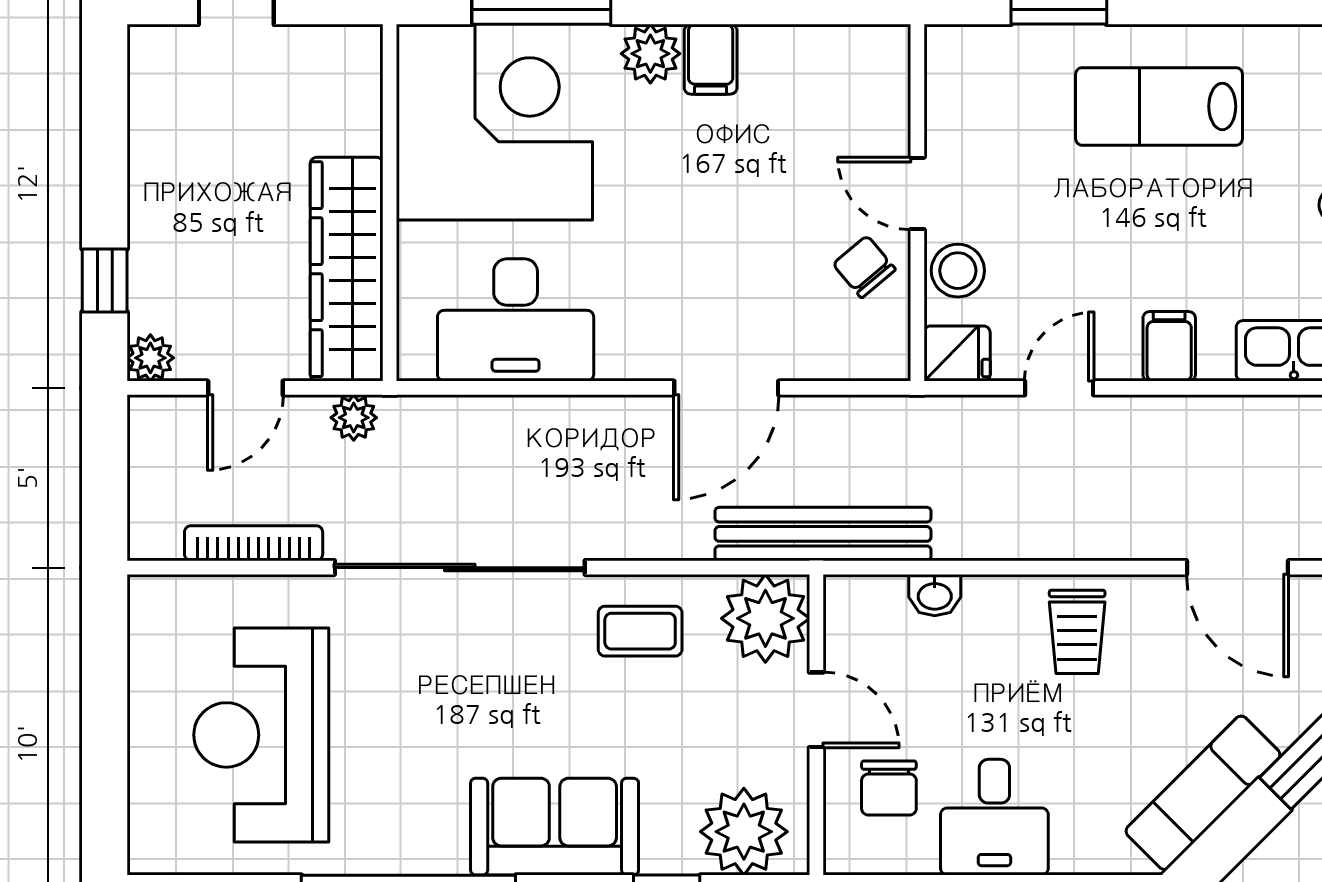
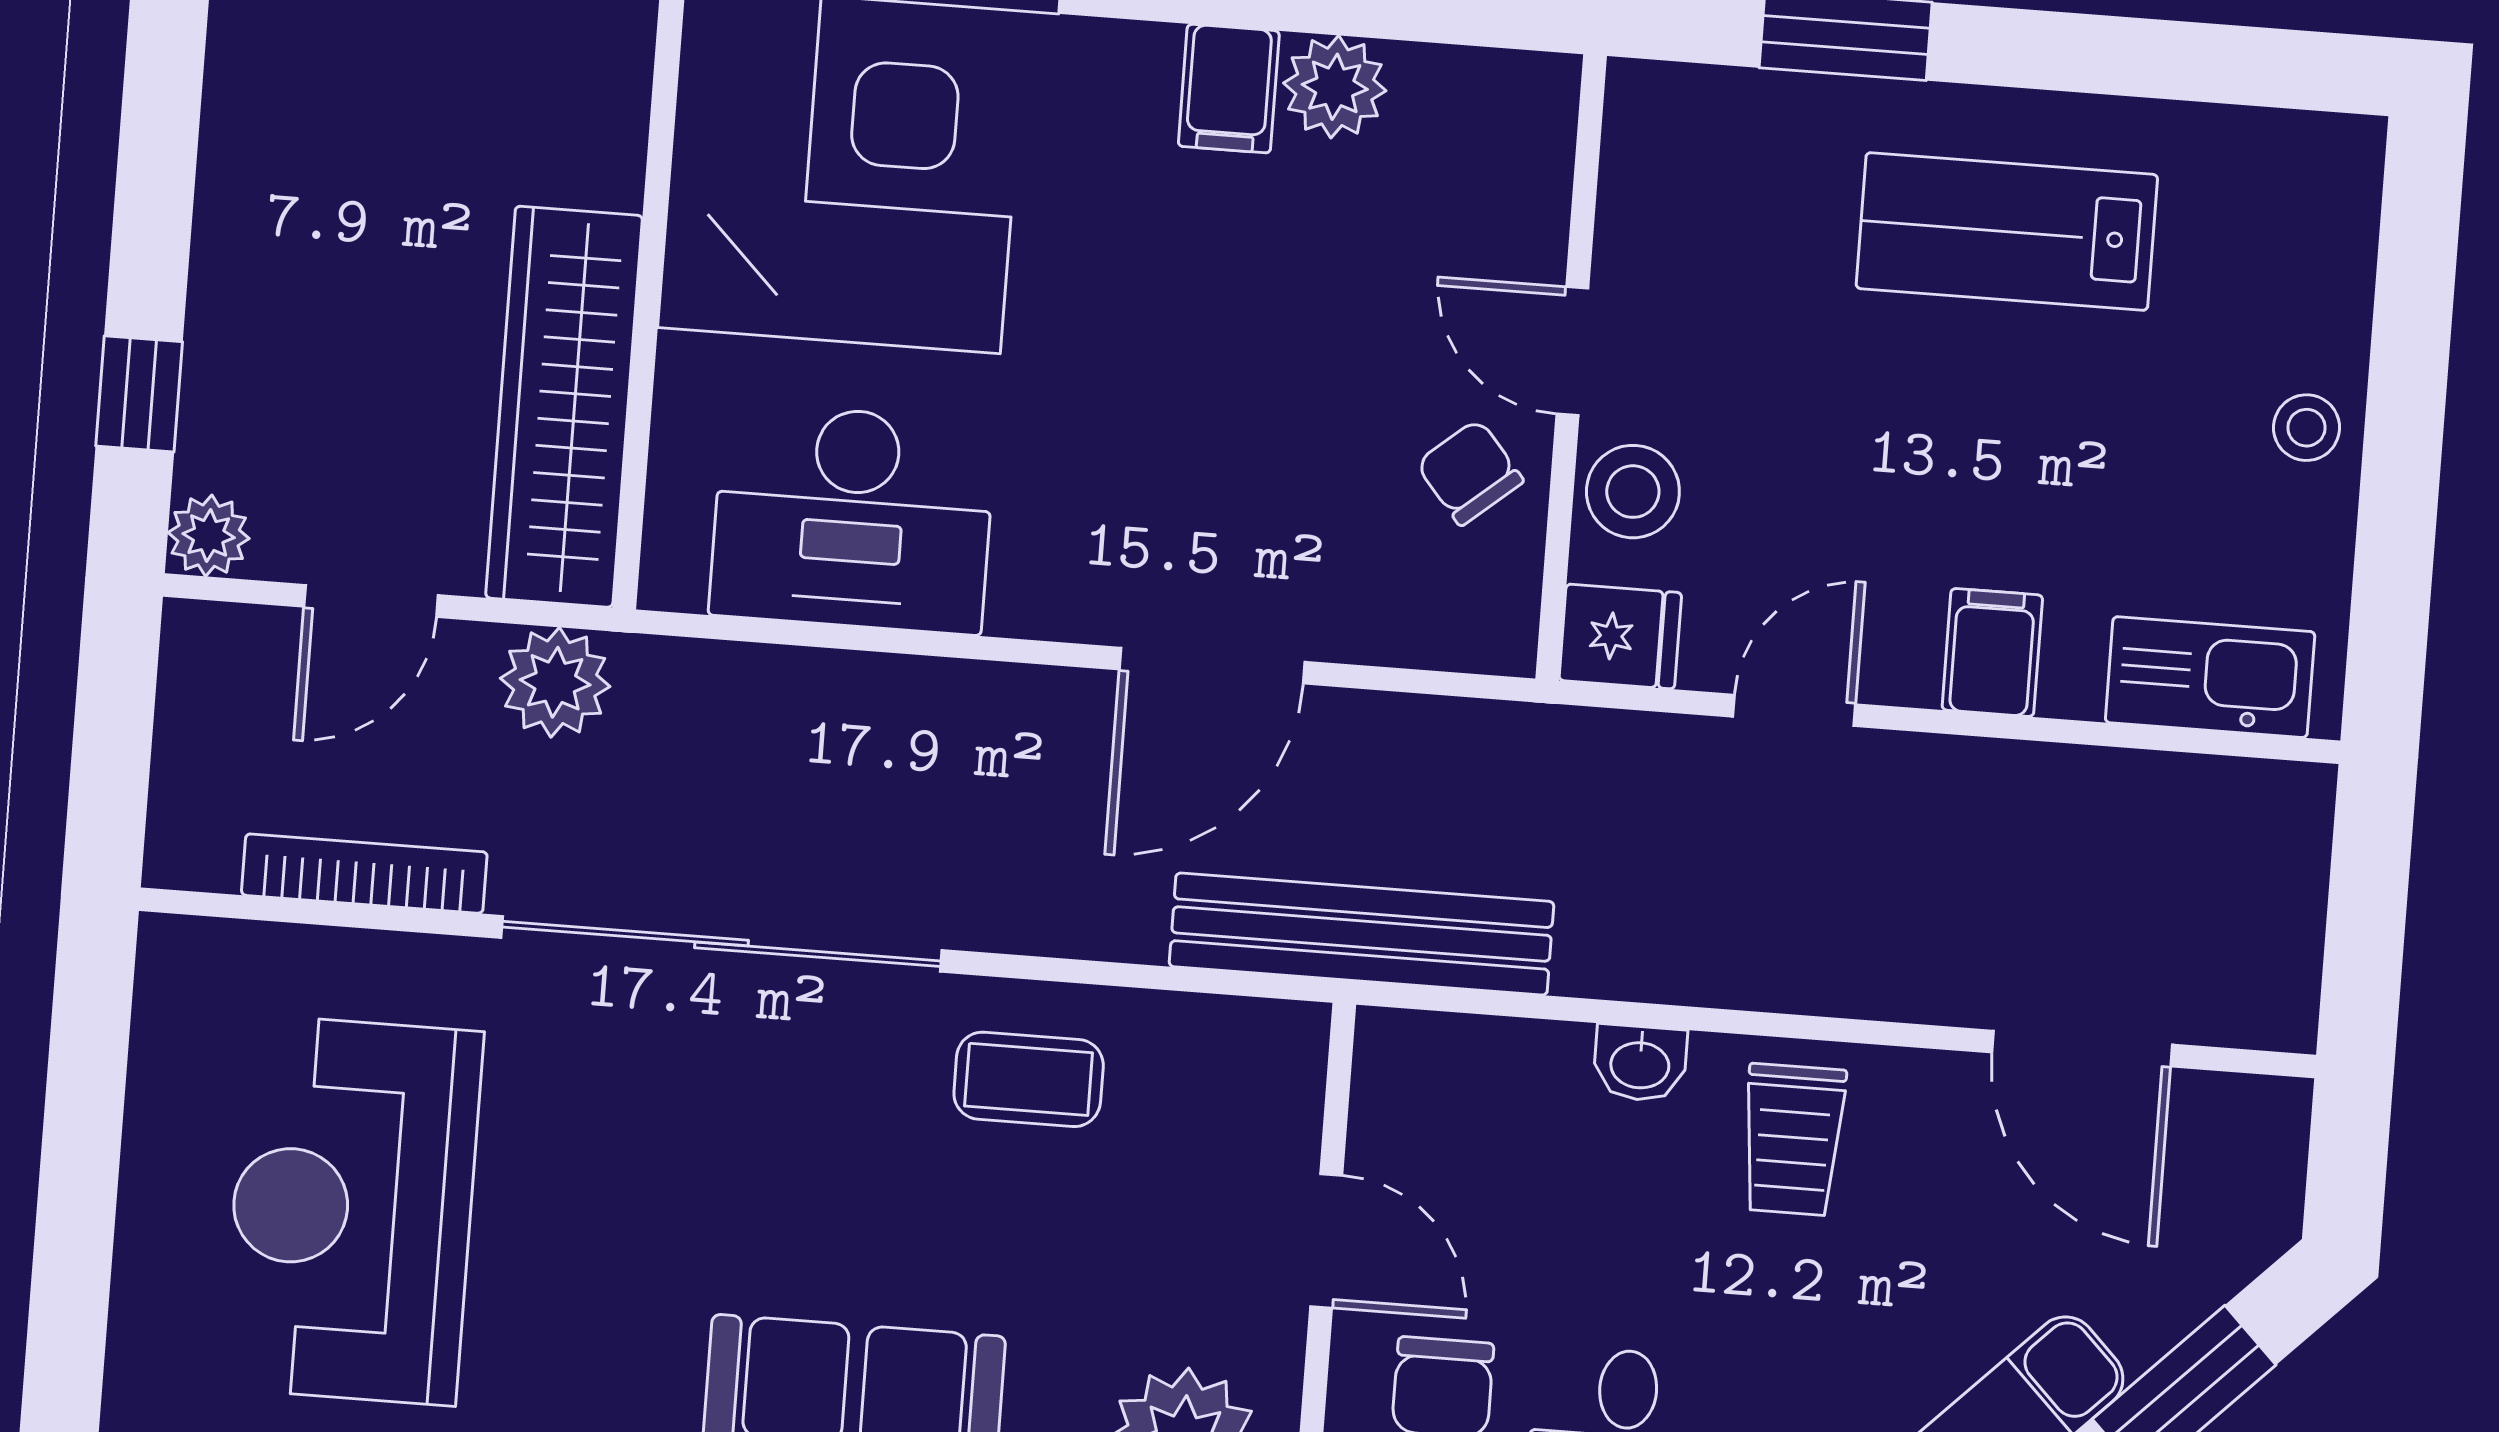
plant: (650, 54) -> (1335, 87), moved
plant: (354, 418) -> (555, 682), width x1.38, depth x1.38
washbasin: (935, 595) -> (1640, 1063), moved
plant: (765, 618) -> (1250, 1074), removed

